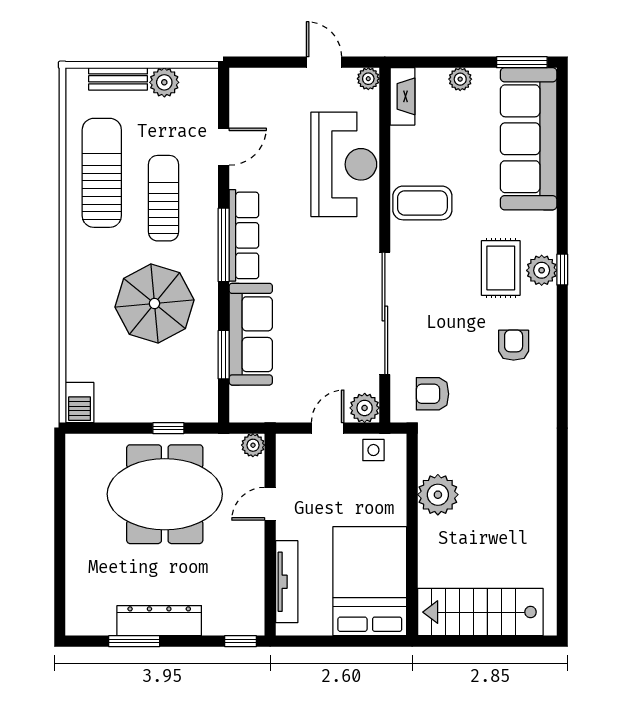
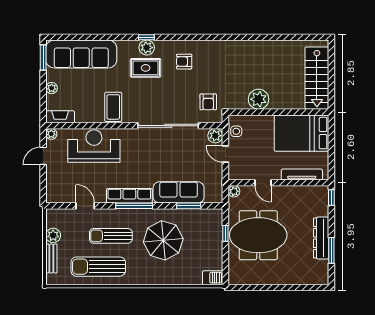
meeting table: (165, 494) -> (258, 235), turned 90

